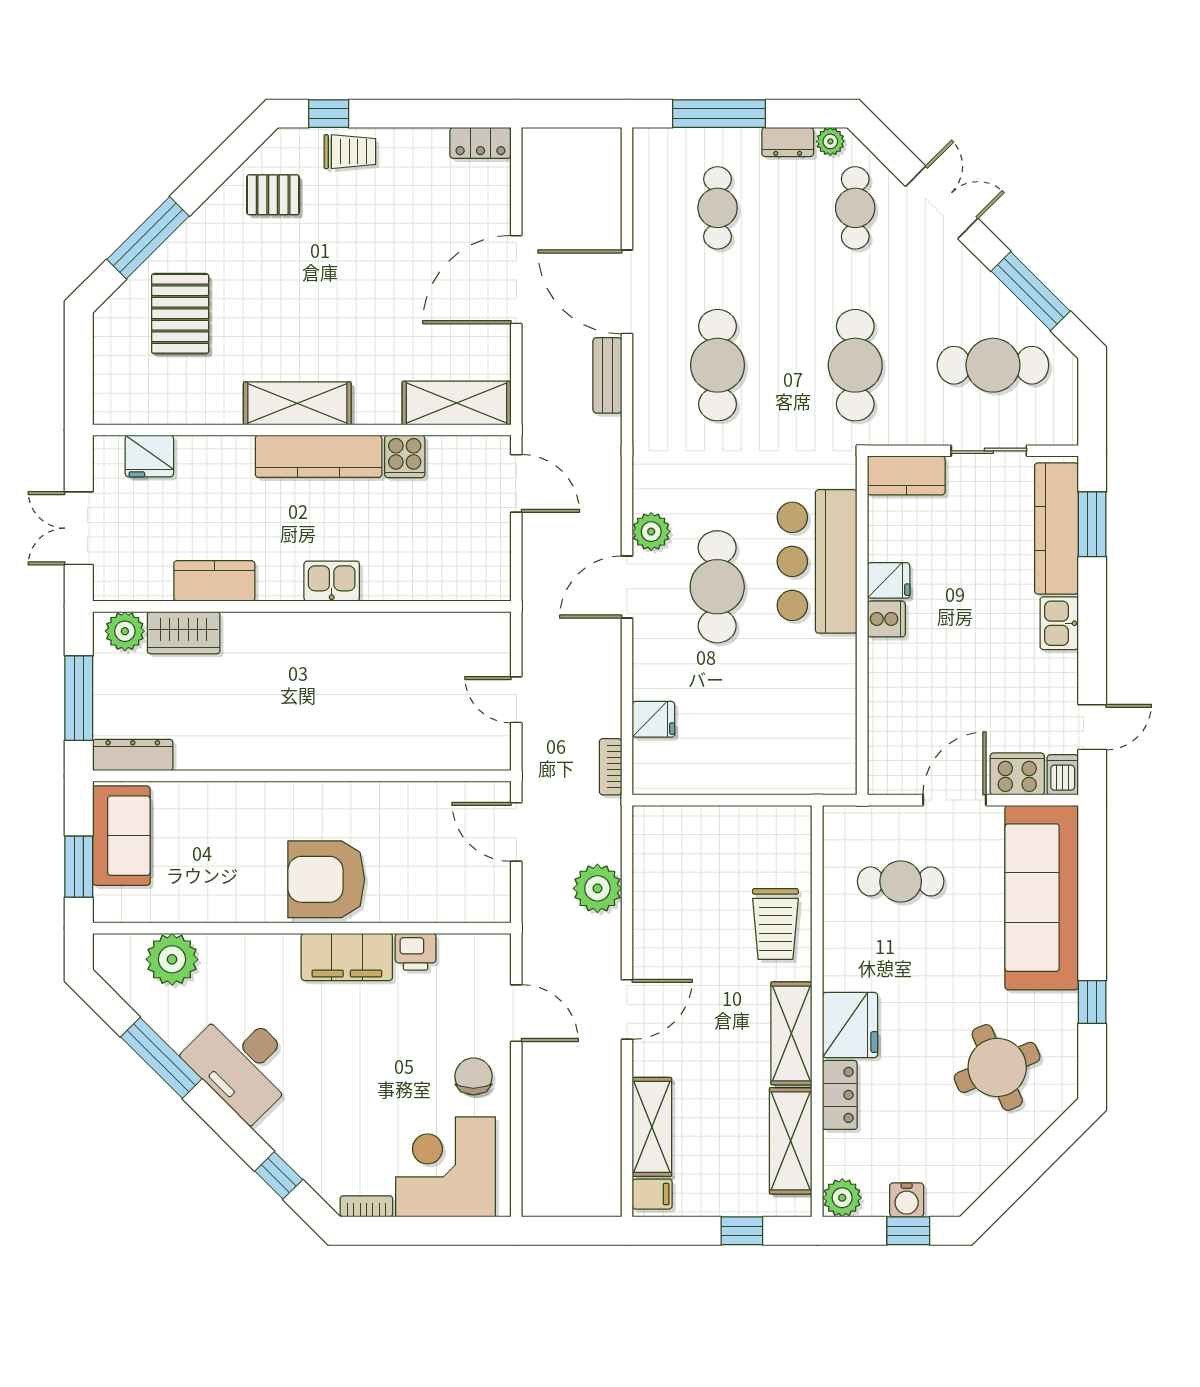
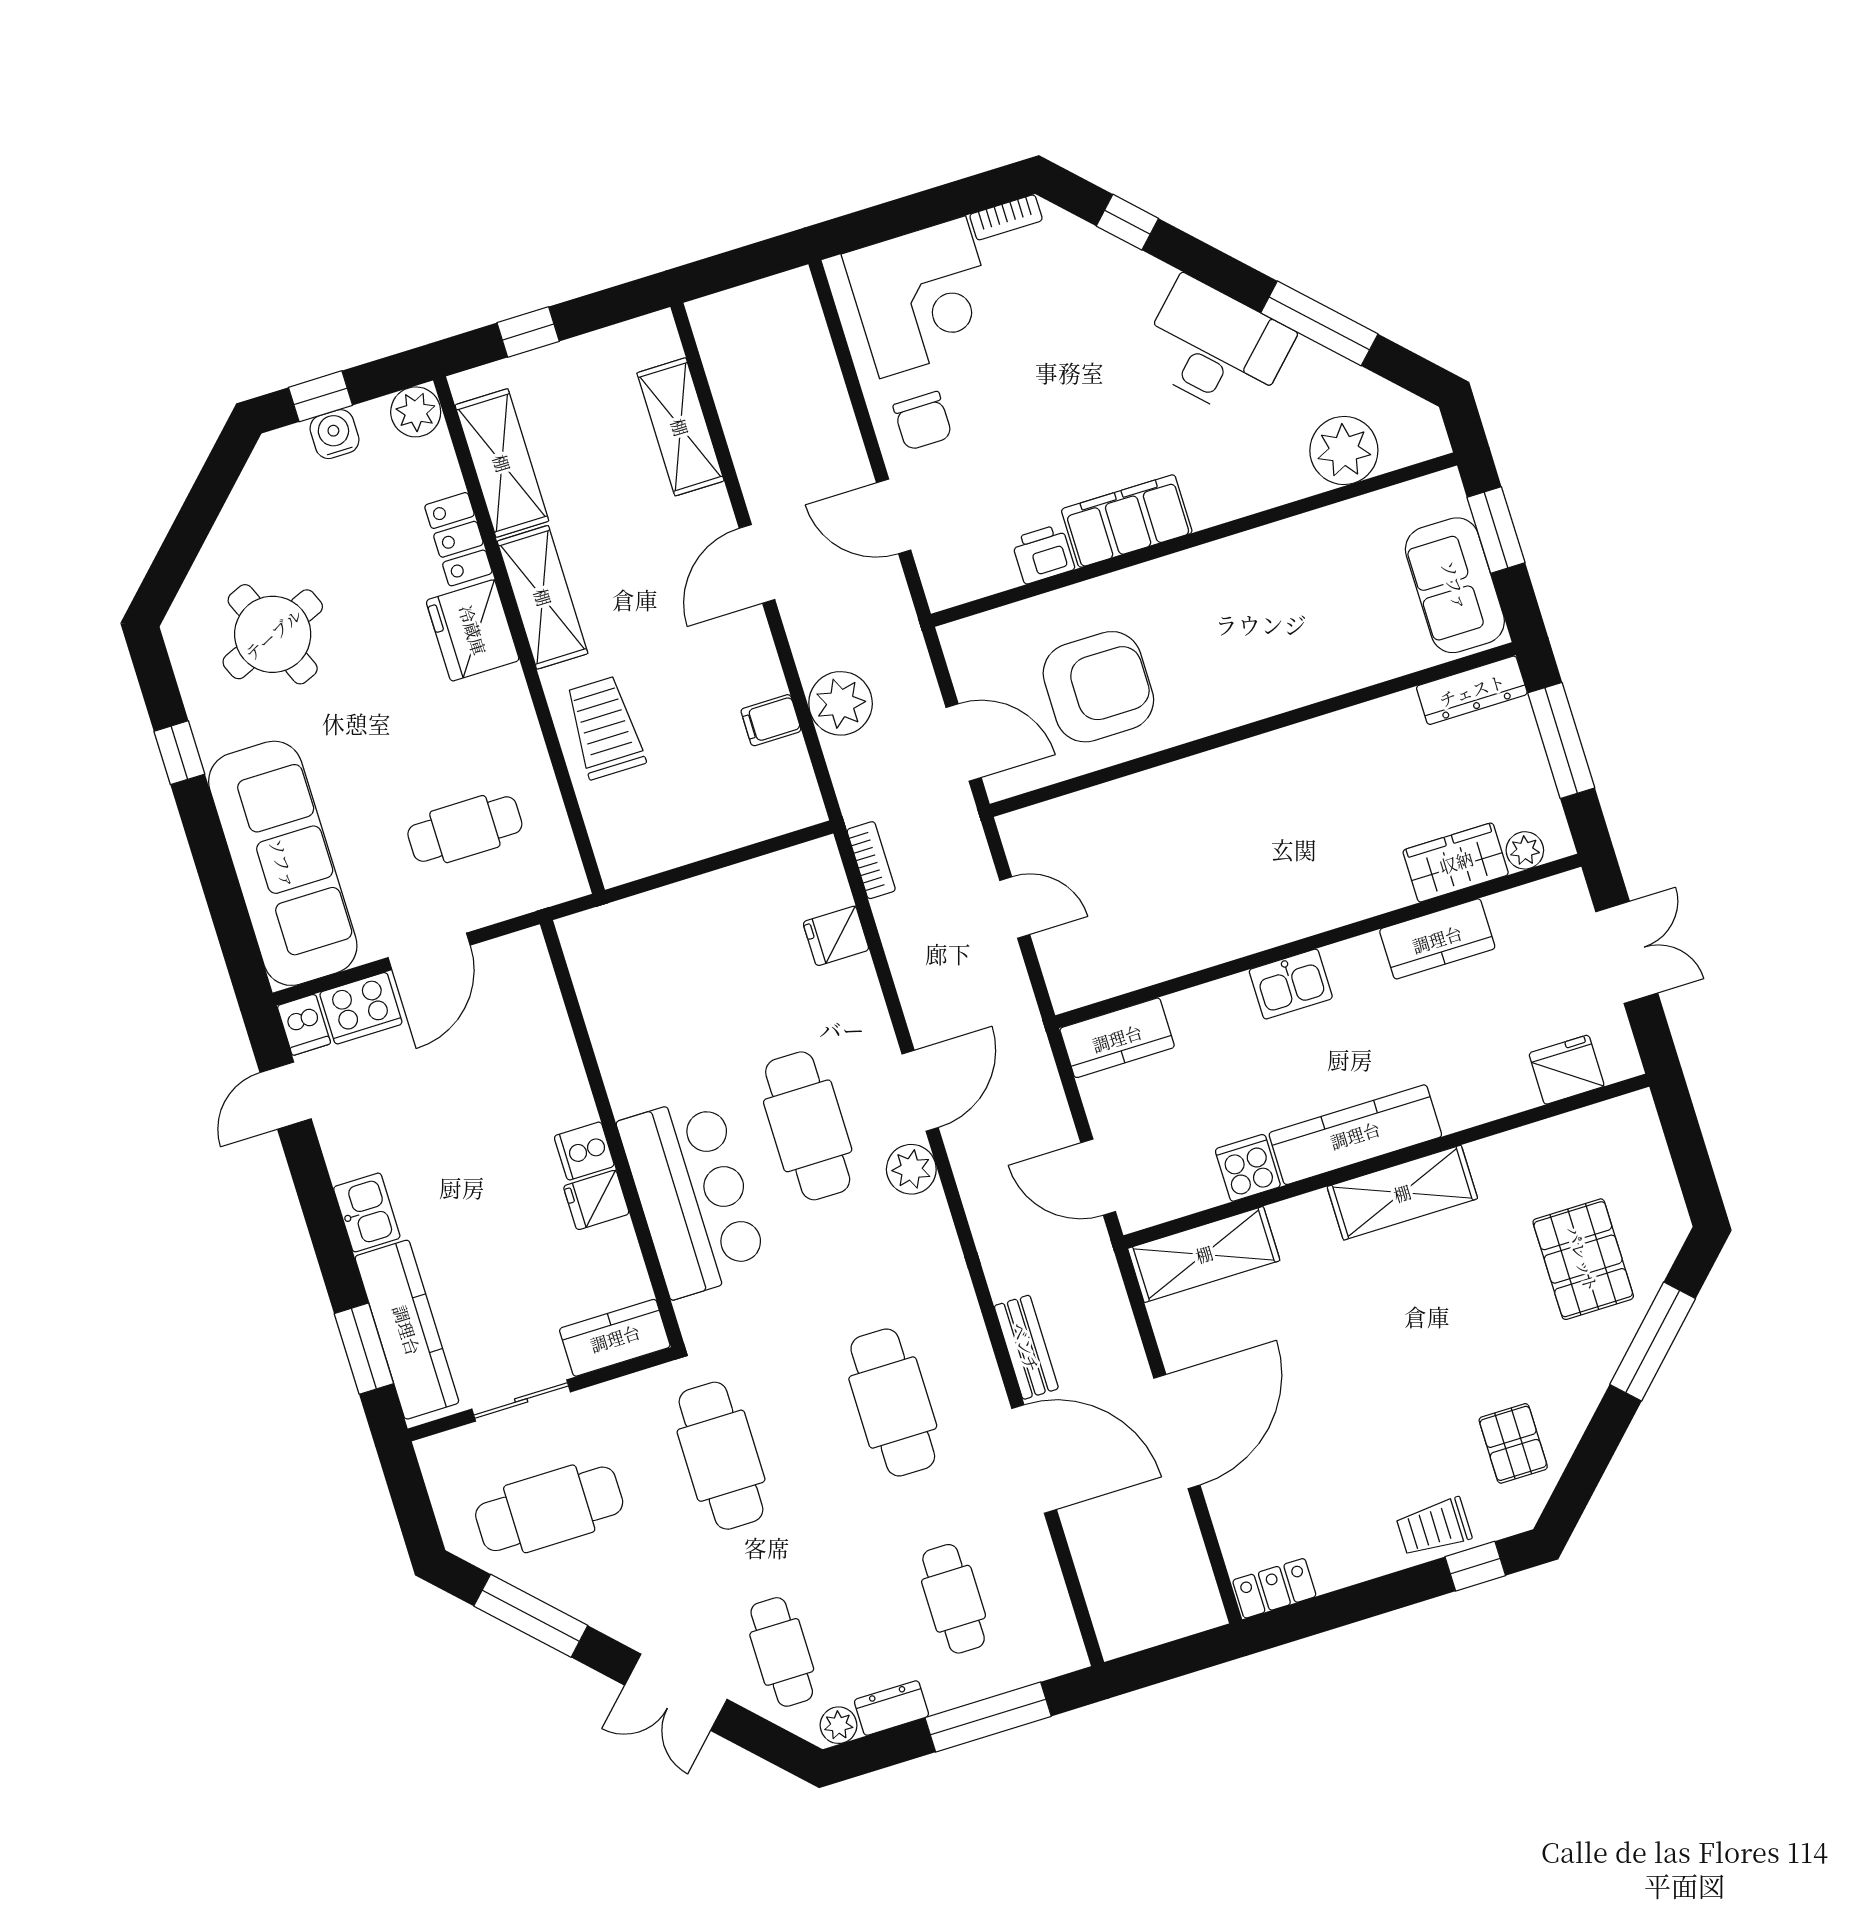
pallet: (273, 195) -> (1513, 1443), turned 90
kitchen counter: (471, 581) -> (1117, 1038), added
plant: (125, 631) -> (1525, 850), width x0.73, depth x0.73
armchair: (326, 879) -> (1098, 687), moved
filing cabinet: (652, 1194) -> (771, 720), moved

